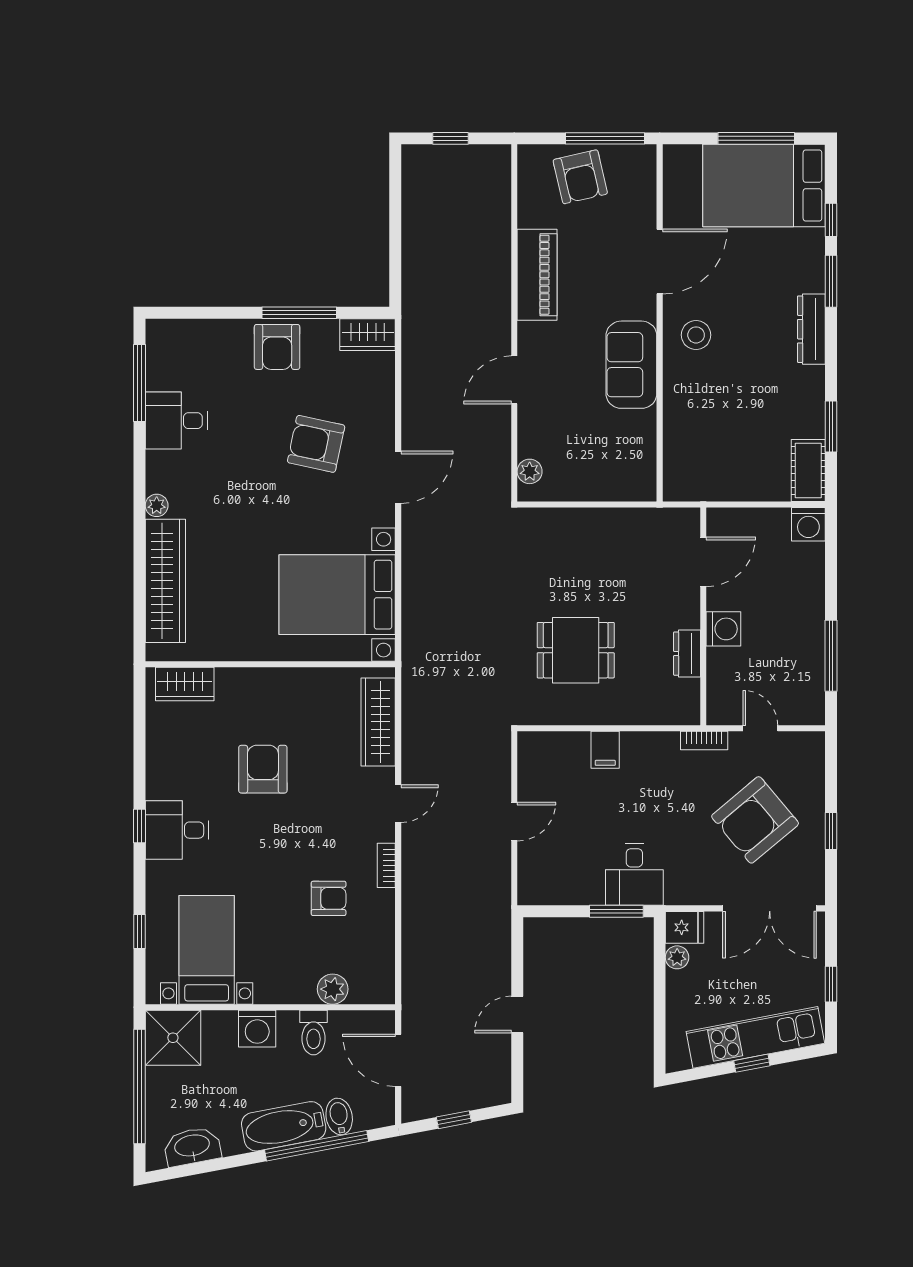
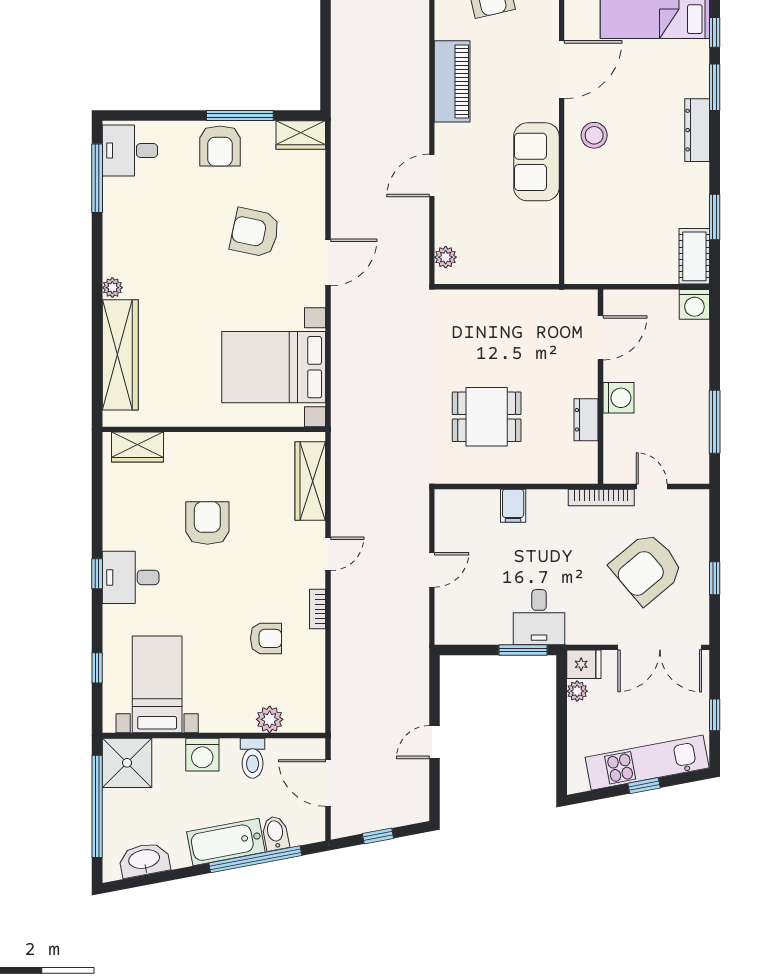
desk: (176, 421) -> (130, 151), moved
bookcase: (704, 741) -> (601, 497), width x1.56

